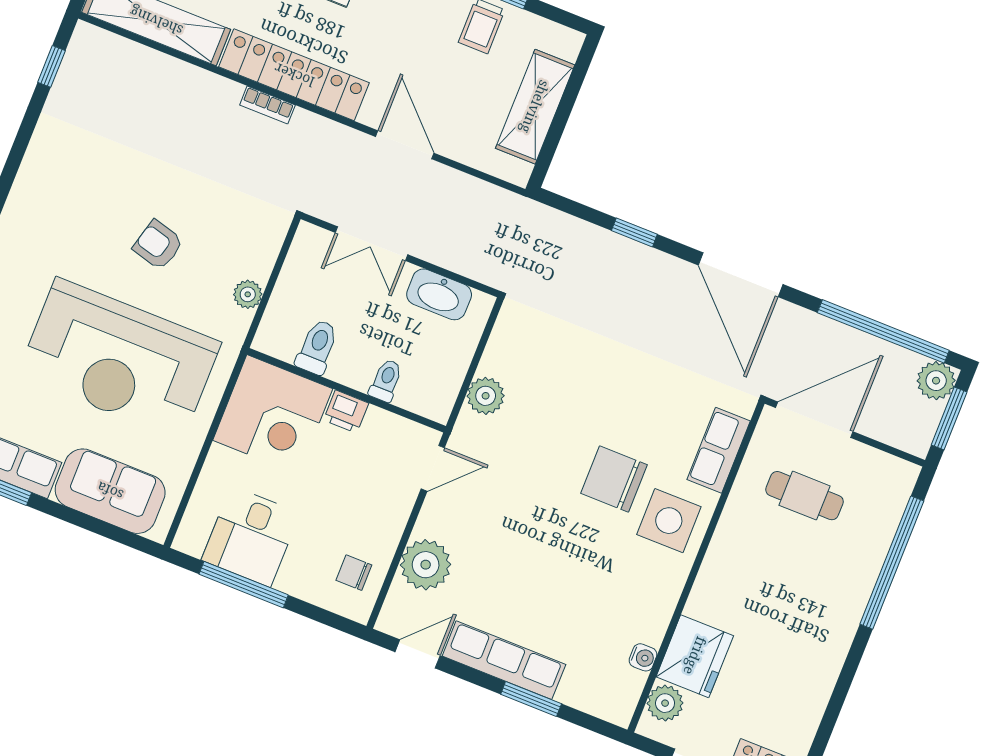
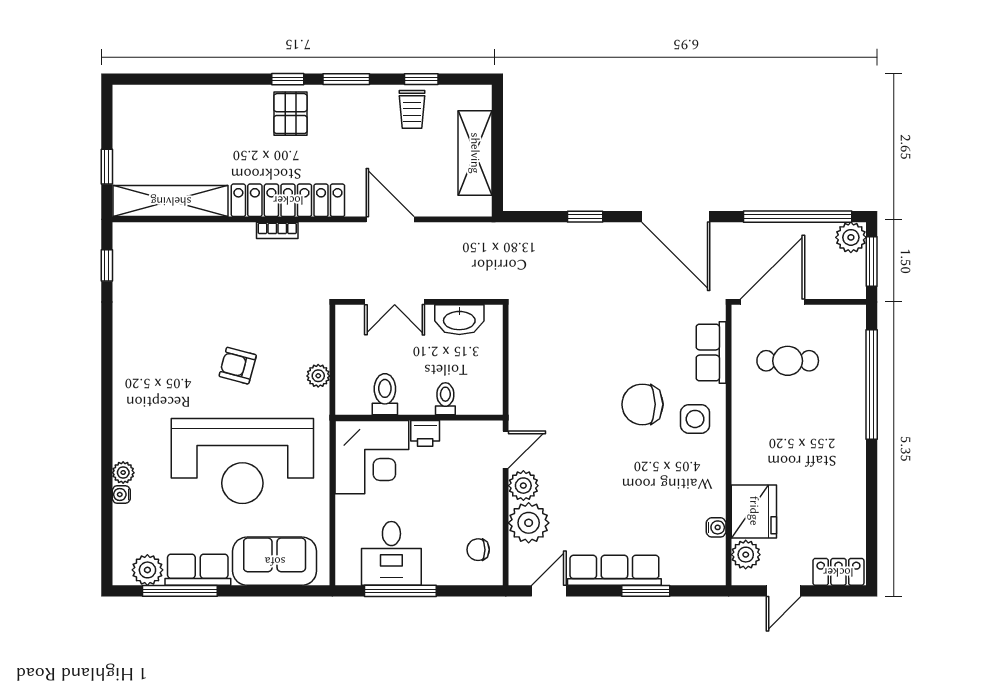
plant: (486, 396) -> (523, 486), moved
side table: (669, 521) -> (695, 419), width x0.73, depth x0.73

